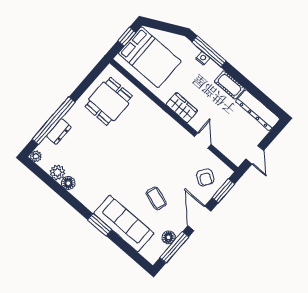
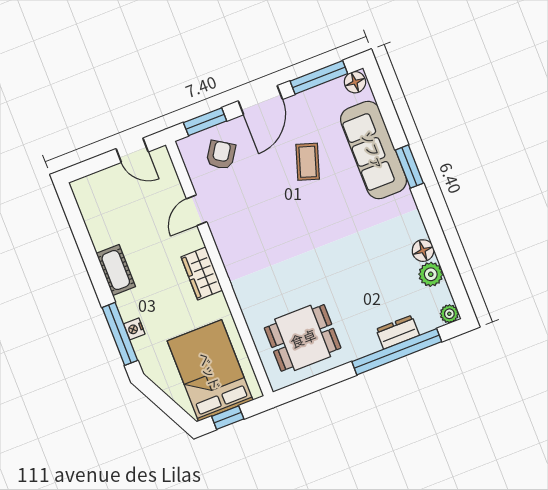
dresser: (258, 110) -> (94, 212), removed
door: (255, 155) -> (132, 150), swing flipped
floor lamp: (169, 237) -> (355, 82), moved

